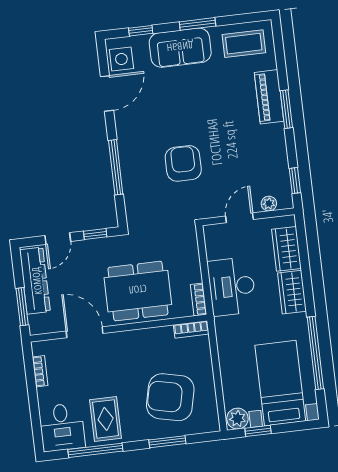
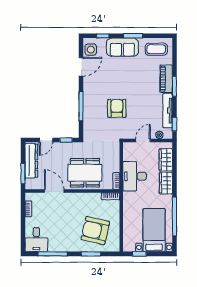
tv unit: (279, 156) -> (168, 111), added
rug: (106, 419) -> (60, 238), removed
plant: (237, 419) -> (129, 246), removed

